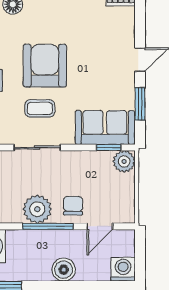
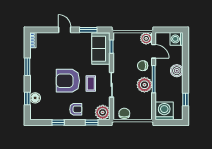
plant: (124, 161) -> (146, 38), moved

